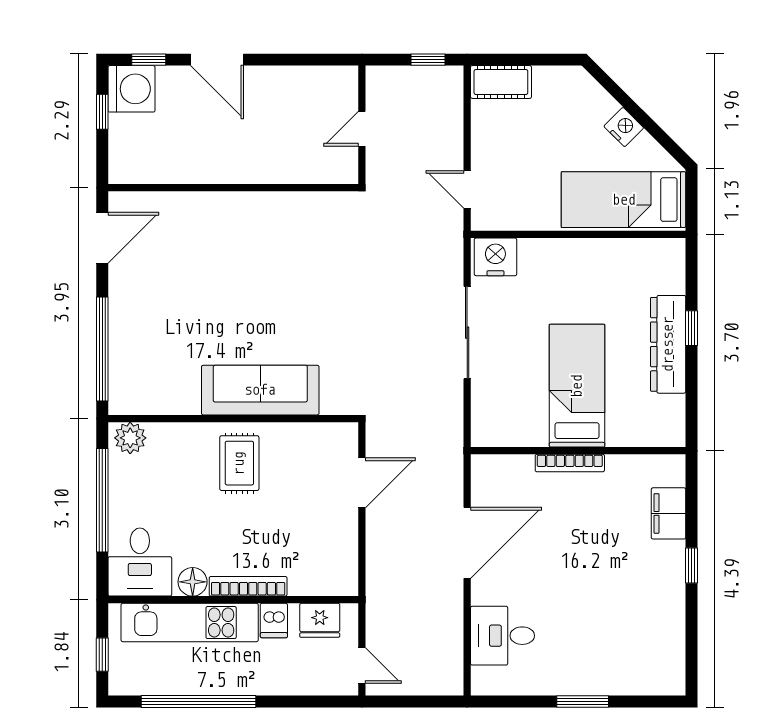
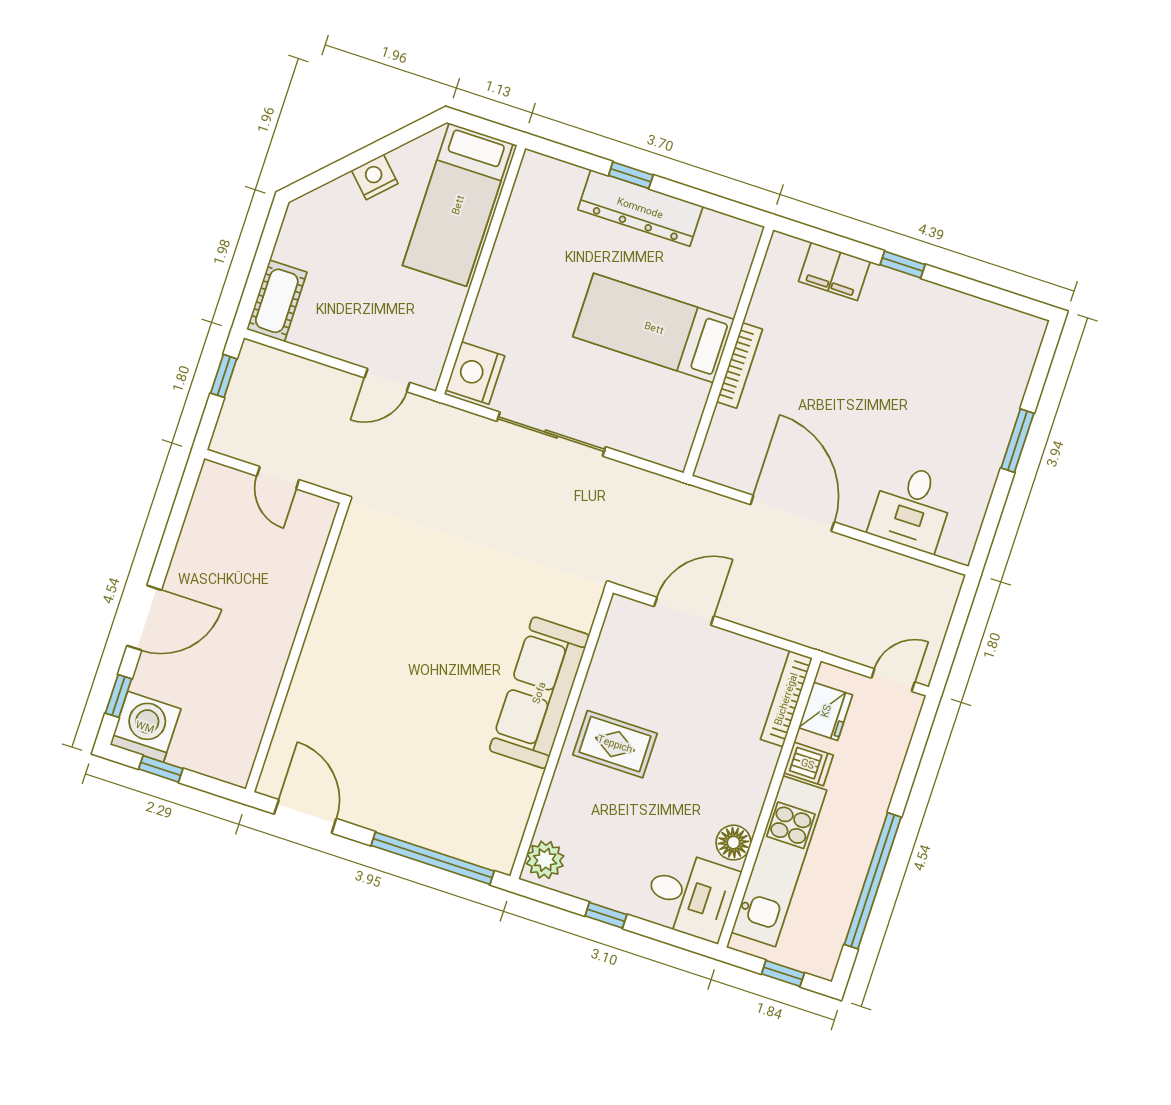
door: (362, 483) -> (684, 611), hinge flipped
window: (102, 500) -> (606, 915), width x0.32
bookcase: (248, 586) -> (786, 699), moved

